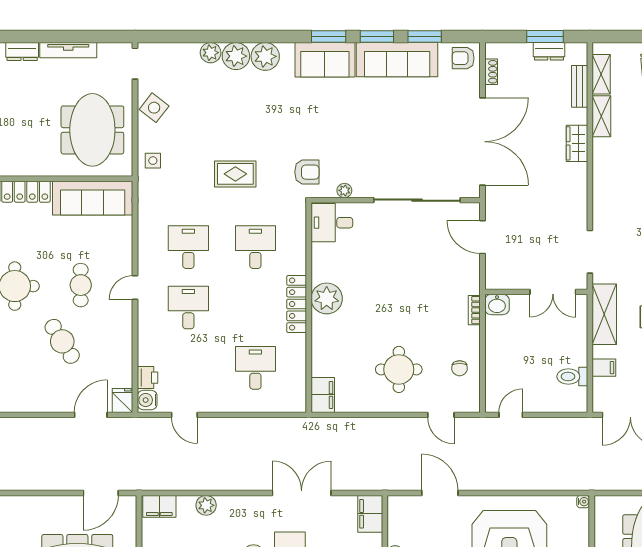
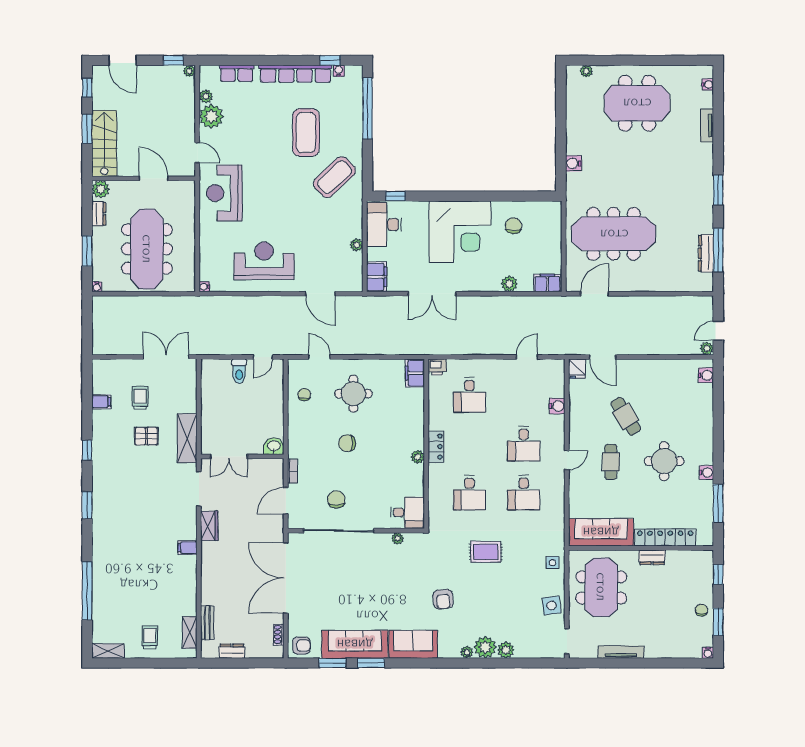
window: (329, 37) -> (410, 663), removed
window: (545, 37) -> (235, 663), removed
dresser: (22, 52) -> (652, 557), moved, turned 180
plant: (265, 56) -> (467, 652), width x0.53, depth x0.53
side table: (154, 108) -> (551, 605), turned 45
shelving: (601, 116) -> (189, 598), removed
wardrobe: (577, 143) -> (209, 526), moved
armchair: (307, 172) -> (443, 599), moved, turned -96
door: (482, 237) -> (286, 501), swing flipped
chair: (420, 239) -> (336, 500), added
double door: (553, 292) -> (229, 456), swing flipped
plant: (327, 298) -> (418, 457), width x0.53, depth x0.53
locker: (297, 304) -> (436, 447), width x0.66
chair: (407, 308) -> (347, 443), added
bookcase: (474, 310) -> (292, 471), moved
filing cabinet: (604, 368) -> (188, 548), moved
toilet: (572, 376) -> (239, 371), moved, turned 90
printer: (148, 378) -> (437, 367), moved, turned -90
water cooler: (147, 400) -> (557, 406), moved
door: (91, 415) -> (603, 357), hinge flipped
door: (184, 415) -> (527, 357), hinge flipped

